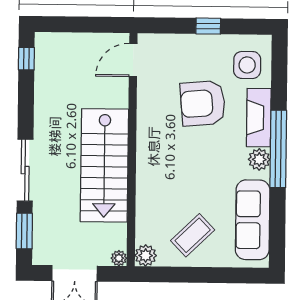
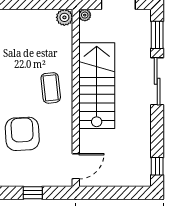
window: (208, 26) -> (33, 193), moved
armchair: (203, 103) -> (22, 134), turned -88
coffee table: (193, 235) -> (51, 88), moved, turned -52

